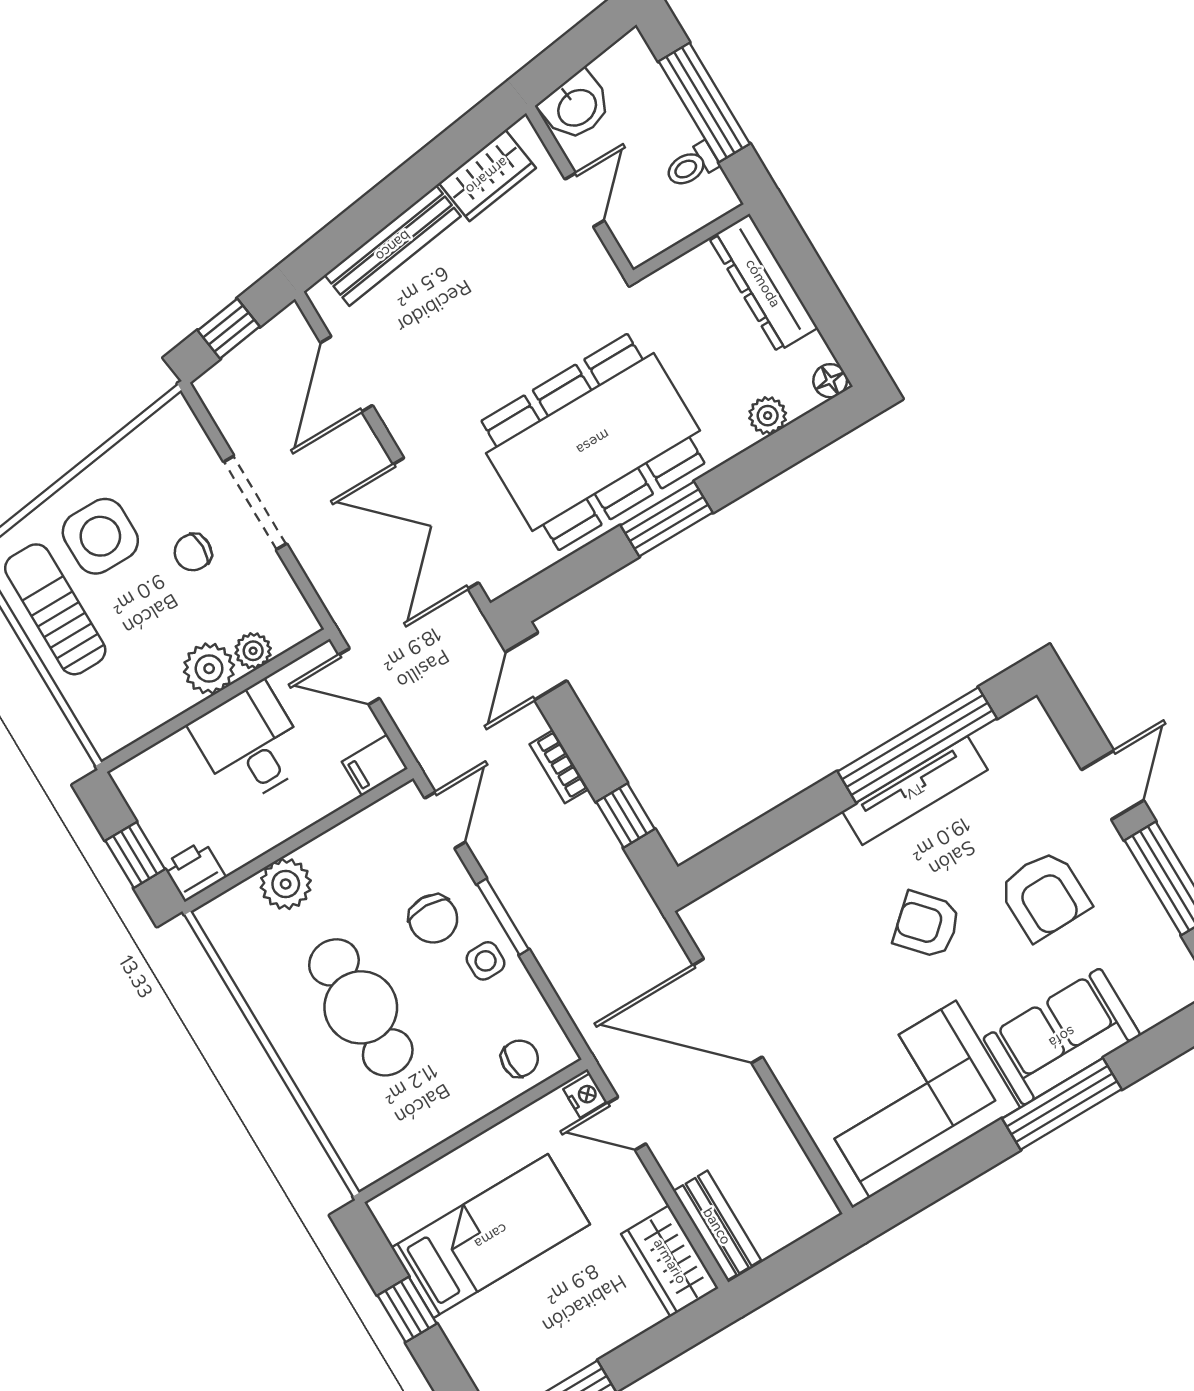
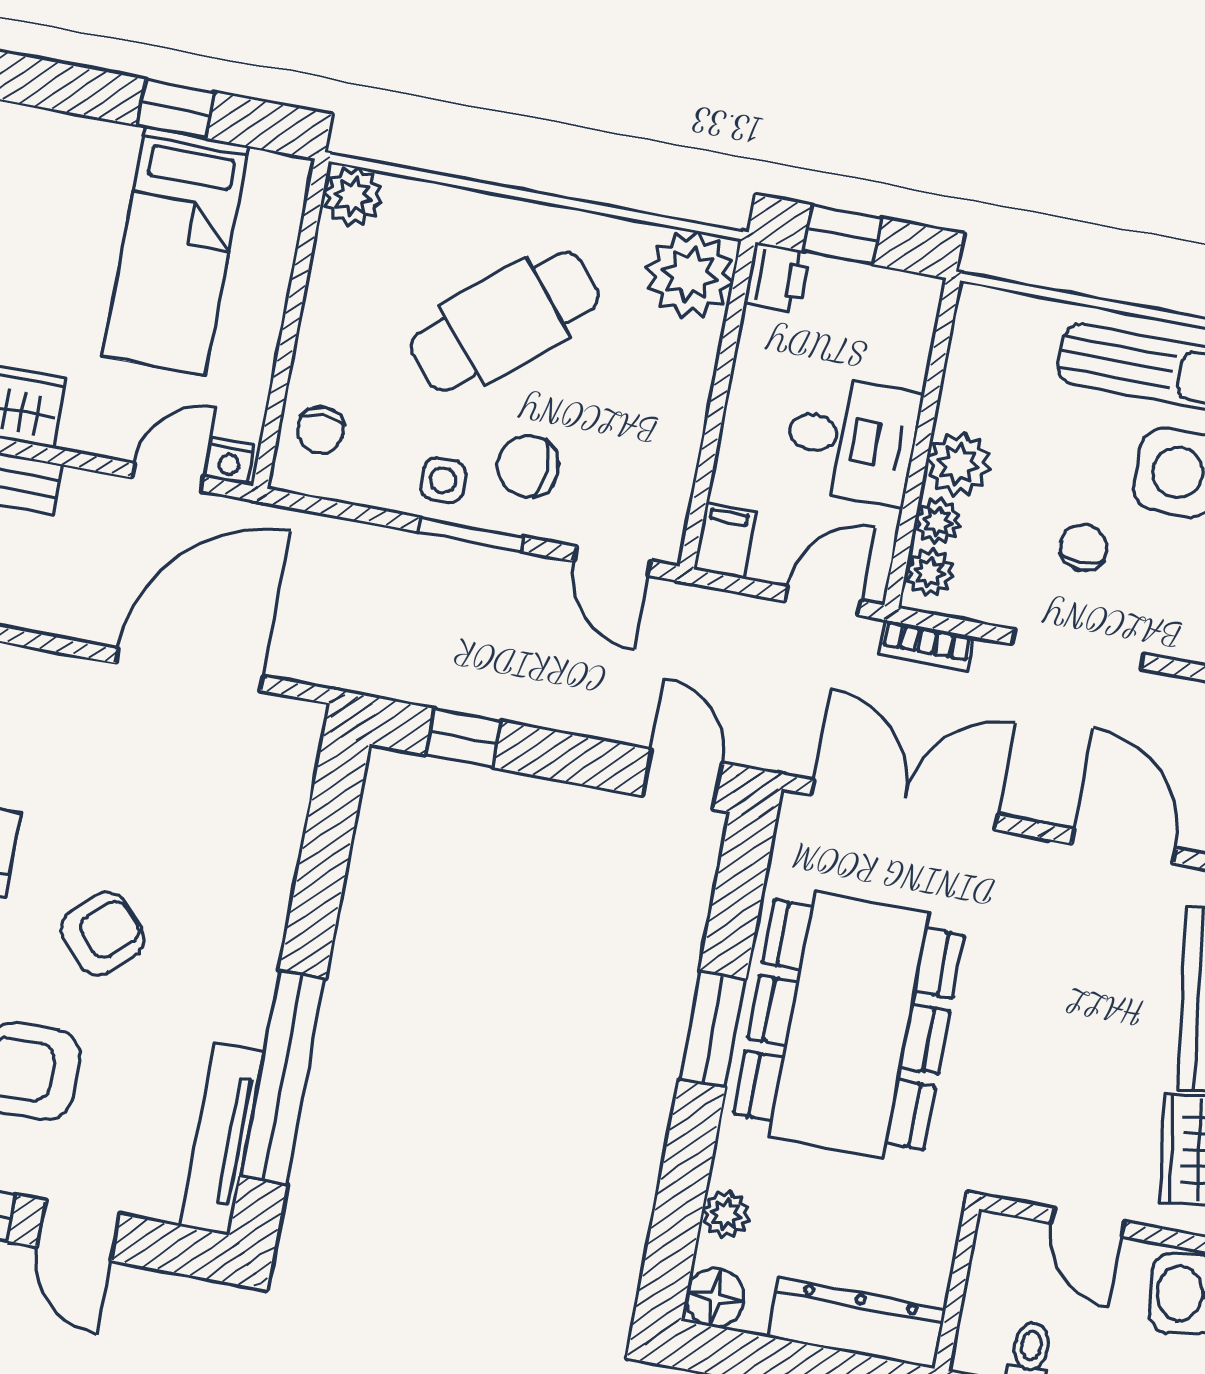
floor lamp: (830, 381) -> (715, 1298), width x1.37, depth x1.37
plant: (287, 629) -> (929, 573), added
bookcase: (559, 767) -> (926, 646), moved, turned 180
tv unit: (915, 791) -> (222, 1139), moved
plant: (286, 884) -> (690, 275), moved, width x1.36, depth x1.36
cafe table: (361, 1007) -> (505, 321), turned -40
plant: (367, 1161) -> (353, 196), added

